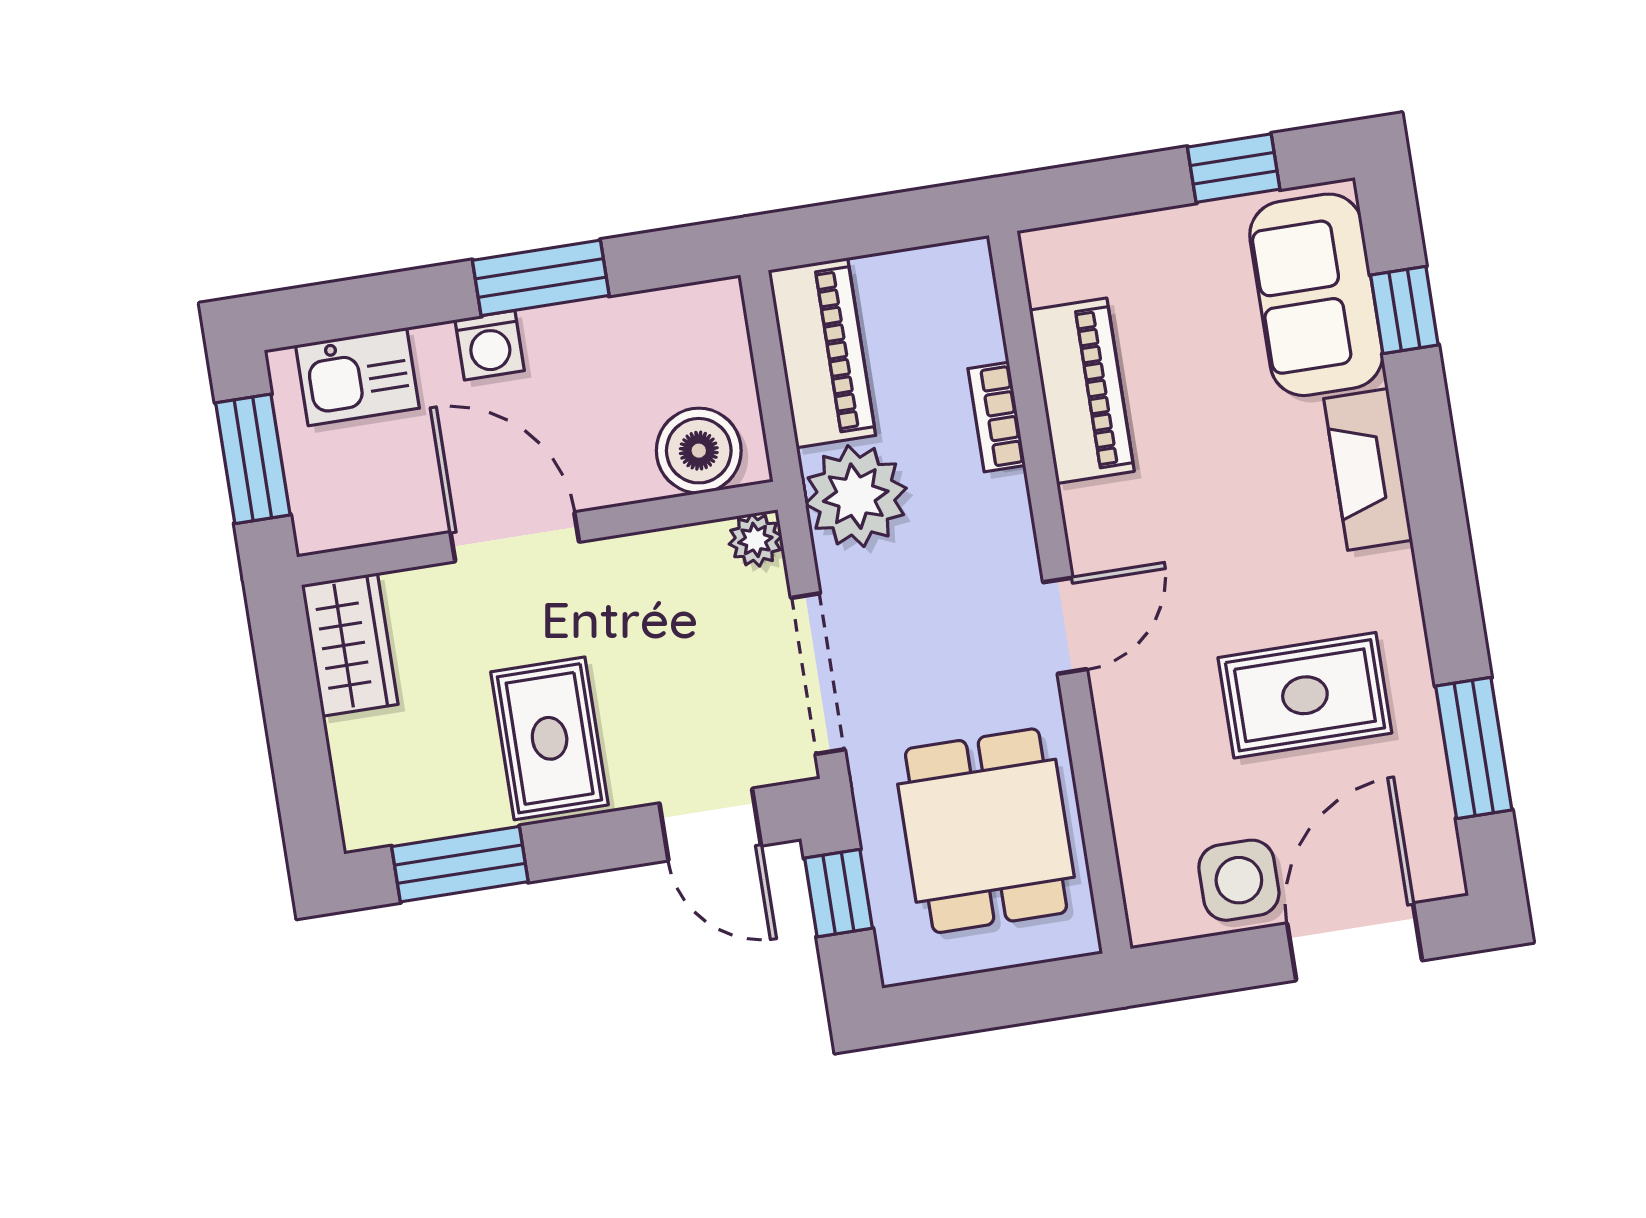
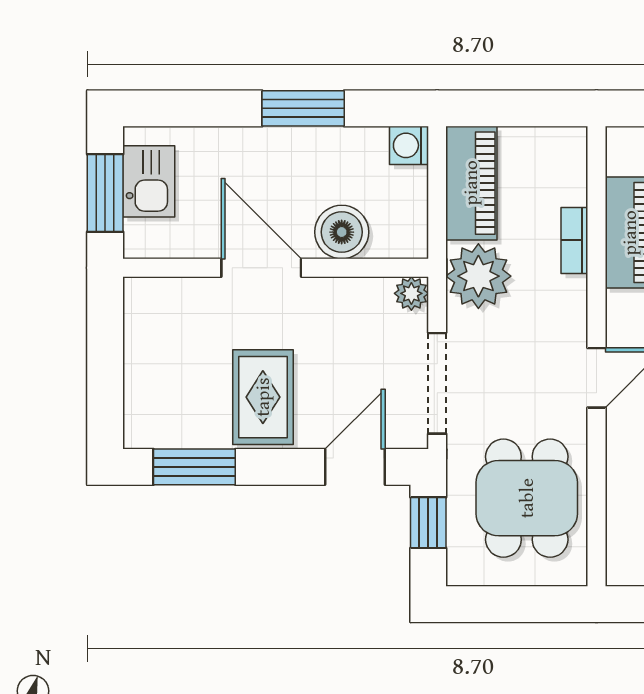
washing machine: (490, 345) -> (409, 145), moved, turned 90
kitchen sink: (357, 377) -> (149, 181), moved, turned -90
boiler: (699, 451) -> (342, 232), moved
wardrobe: (350, 645) -> (147, 319), removed
door: (710, 824) -> (355, 467), swing flipped

